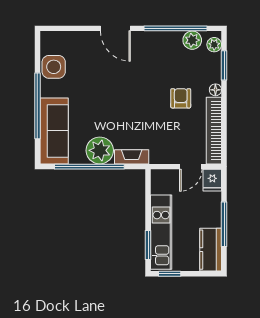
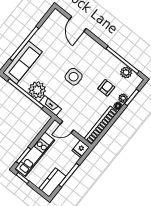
door: (115, 28) -> (78, 24), moved
plant: (214, 45) -> (123, 98), moved
side table: (54, 67) -> (74, 77), moved
armchair: (181, 98) -> (106, 88), moved
door: (191, 167) -> (67, 127), moved

